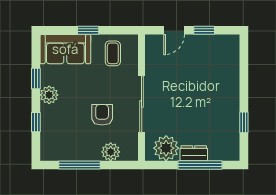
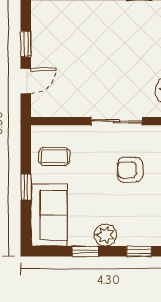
door: (174, 30) -> (26, 81), hinge flipped
sliding door: (142, 104) -> (117, 121), width x0.73

